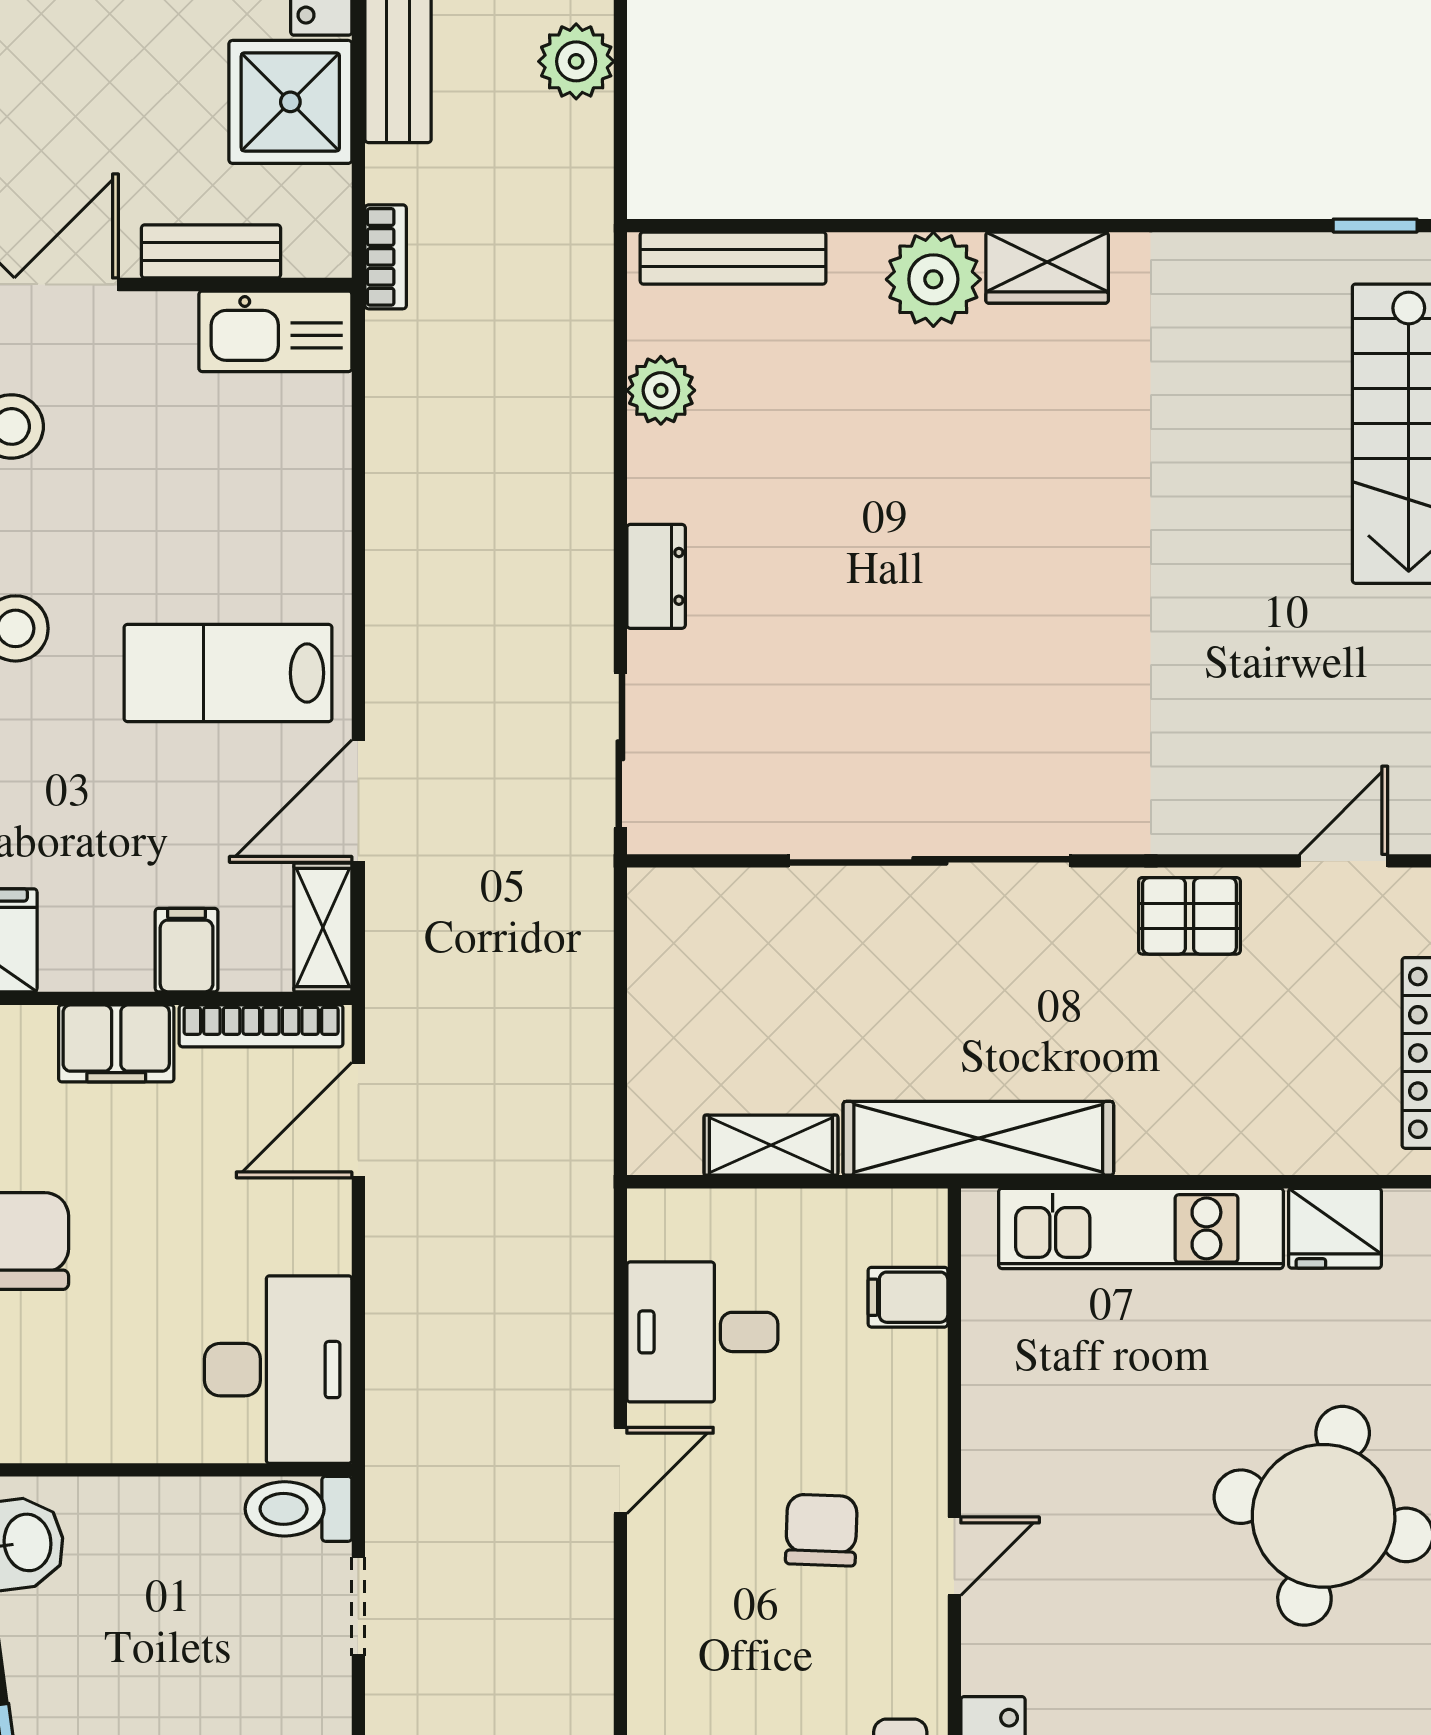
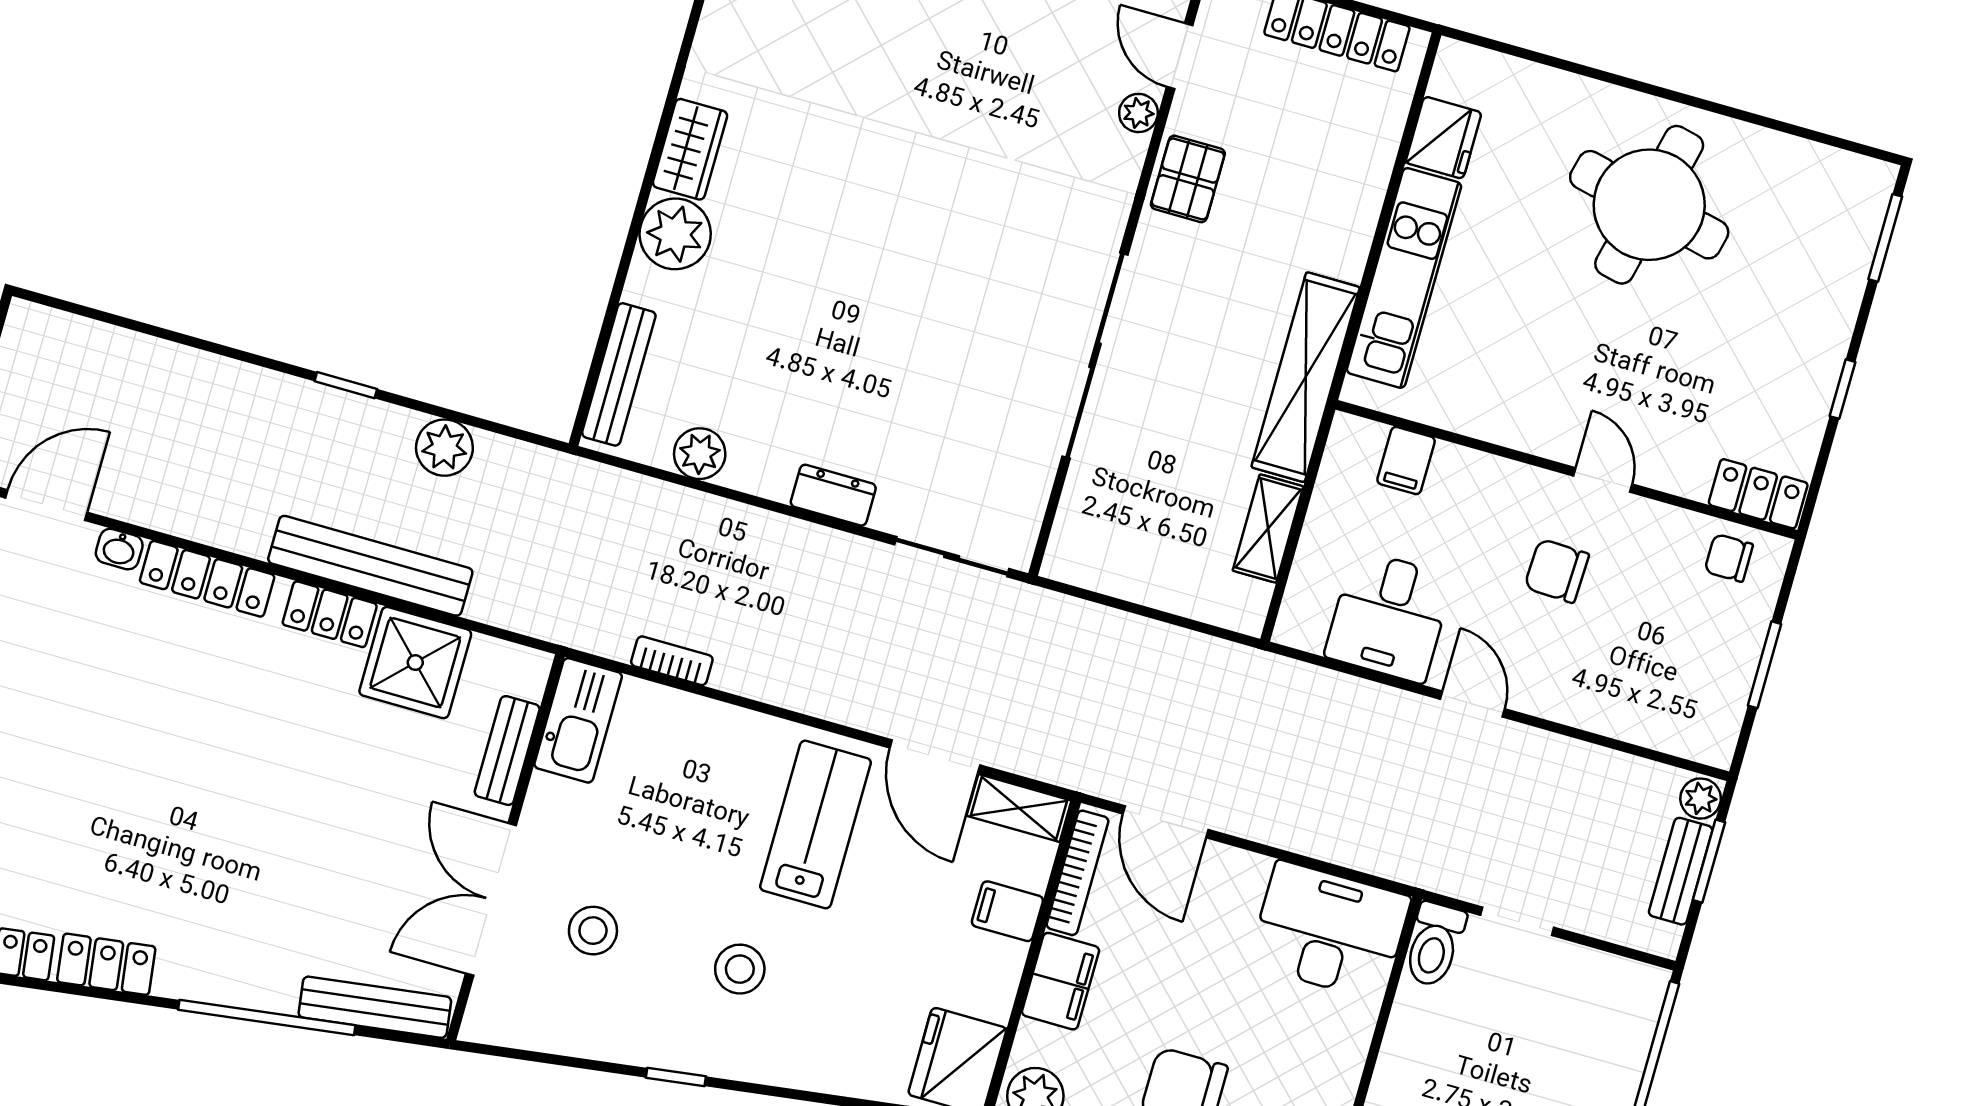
bookcase: (386, 257) -> (672, 661), moved
lab bench: (228, 673) -> (816, 824), turned 180
plant: (1256, 829) -> (1138, 113), added

